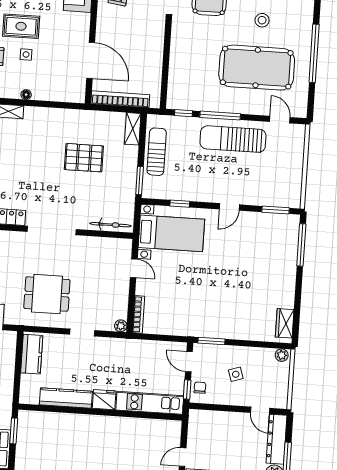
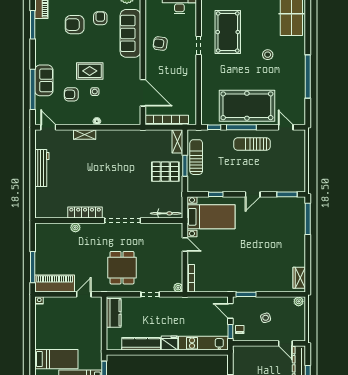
pool table: (257, 68) -> (247, 106), moved
sun lounger: (233, 139) -> (252, 144), width x0.73, depth x0.75
pallet: (84, 158) -> (165, 172), moved
window: (140, 181) -> (185, 166), moved
dining table: (47, 294) -> (122, 268), turned 90

